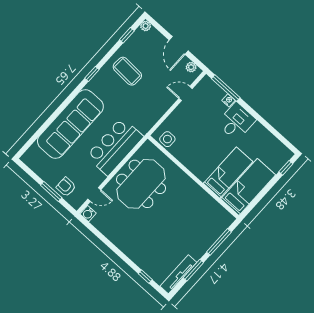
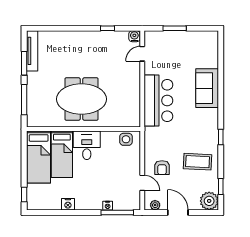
plant: (146, 26) -> (209, 201), width x1.88, depth x1.88
door: (186, 94) -> (142, 183), hinge flipped
desk: (236, 121) -> (87, 145), moved, turned 180
sofa: (70, 124) -> (207, 88), width x0.54, depth x0.79
nightstand: (259, 129) -> (68, 204), added
meeting table: (141, 184) -> (81, 99), moved, turned 90
armchair: (66, 187) -> (162, 168), moved, turned 90
window: (145, 277) -> (108, 28), moved

